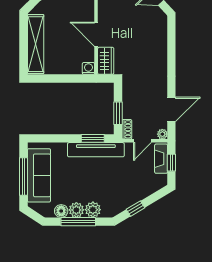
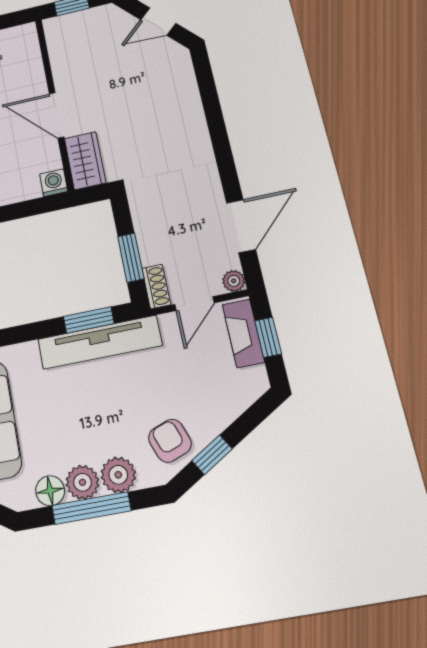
armchair: (119, 199) -> (170, 441), added

